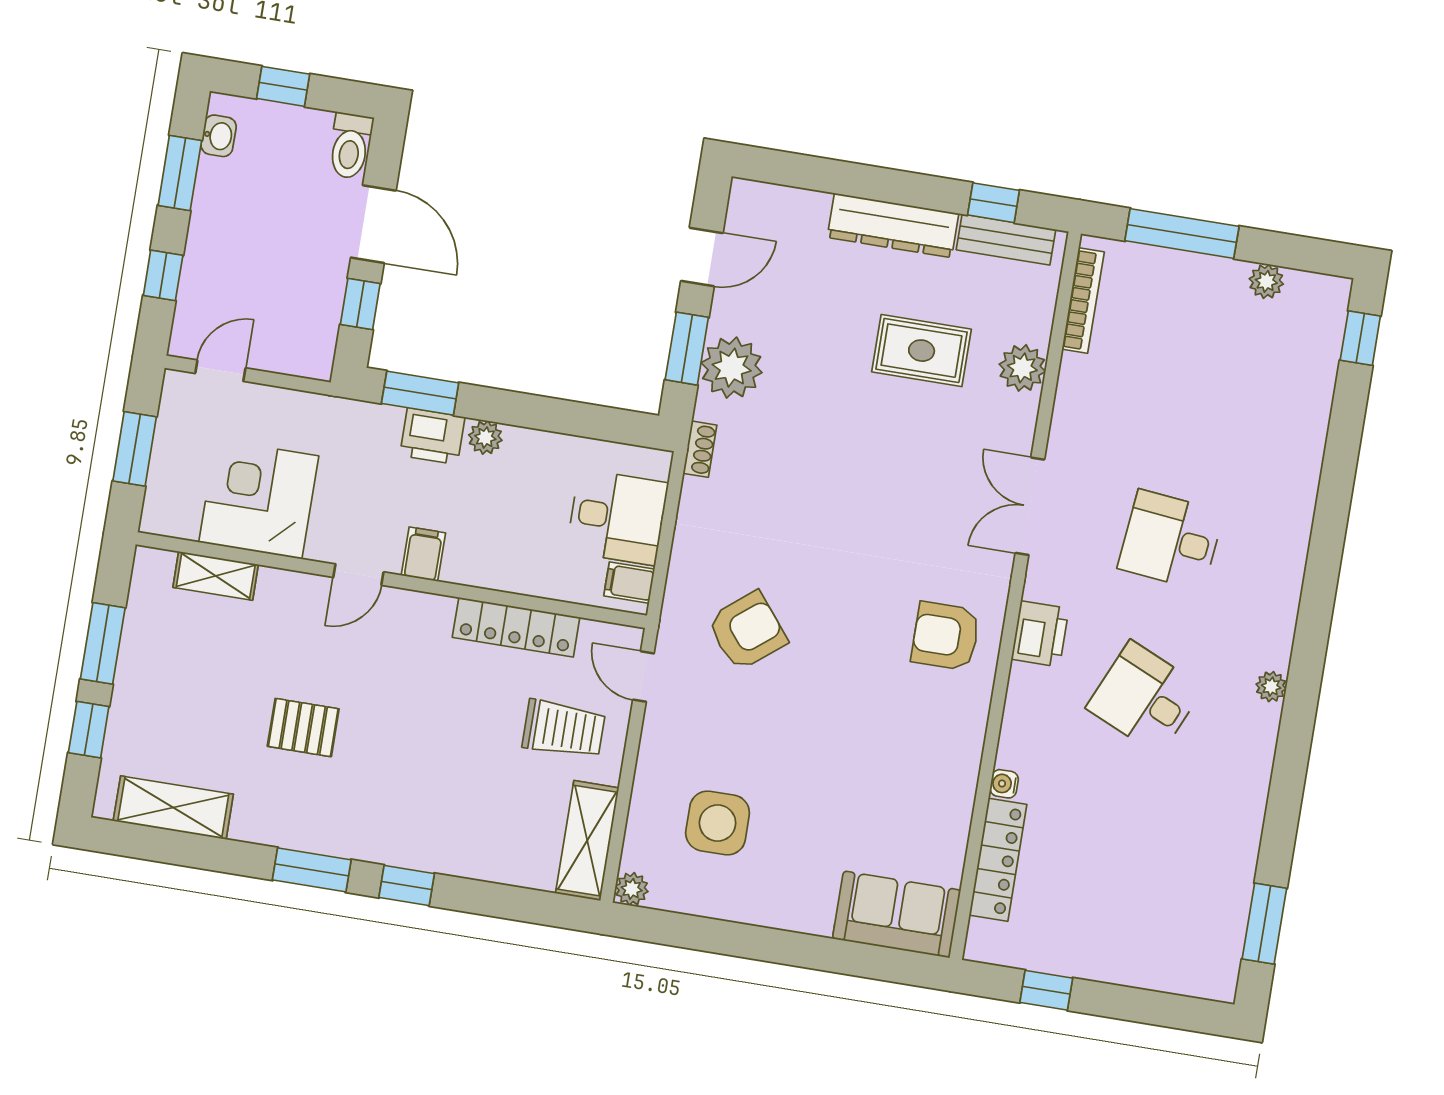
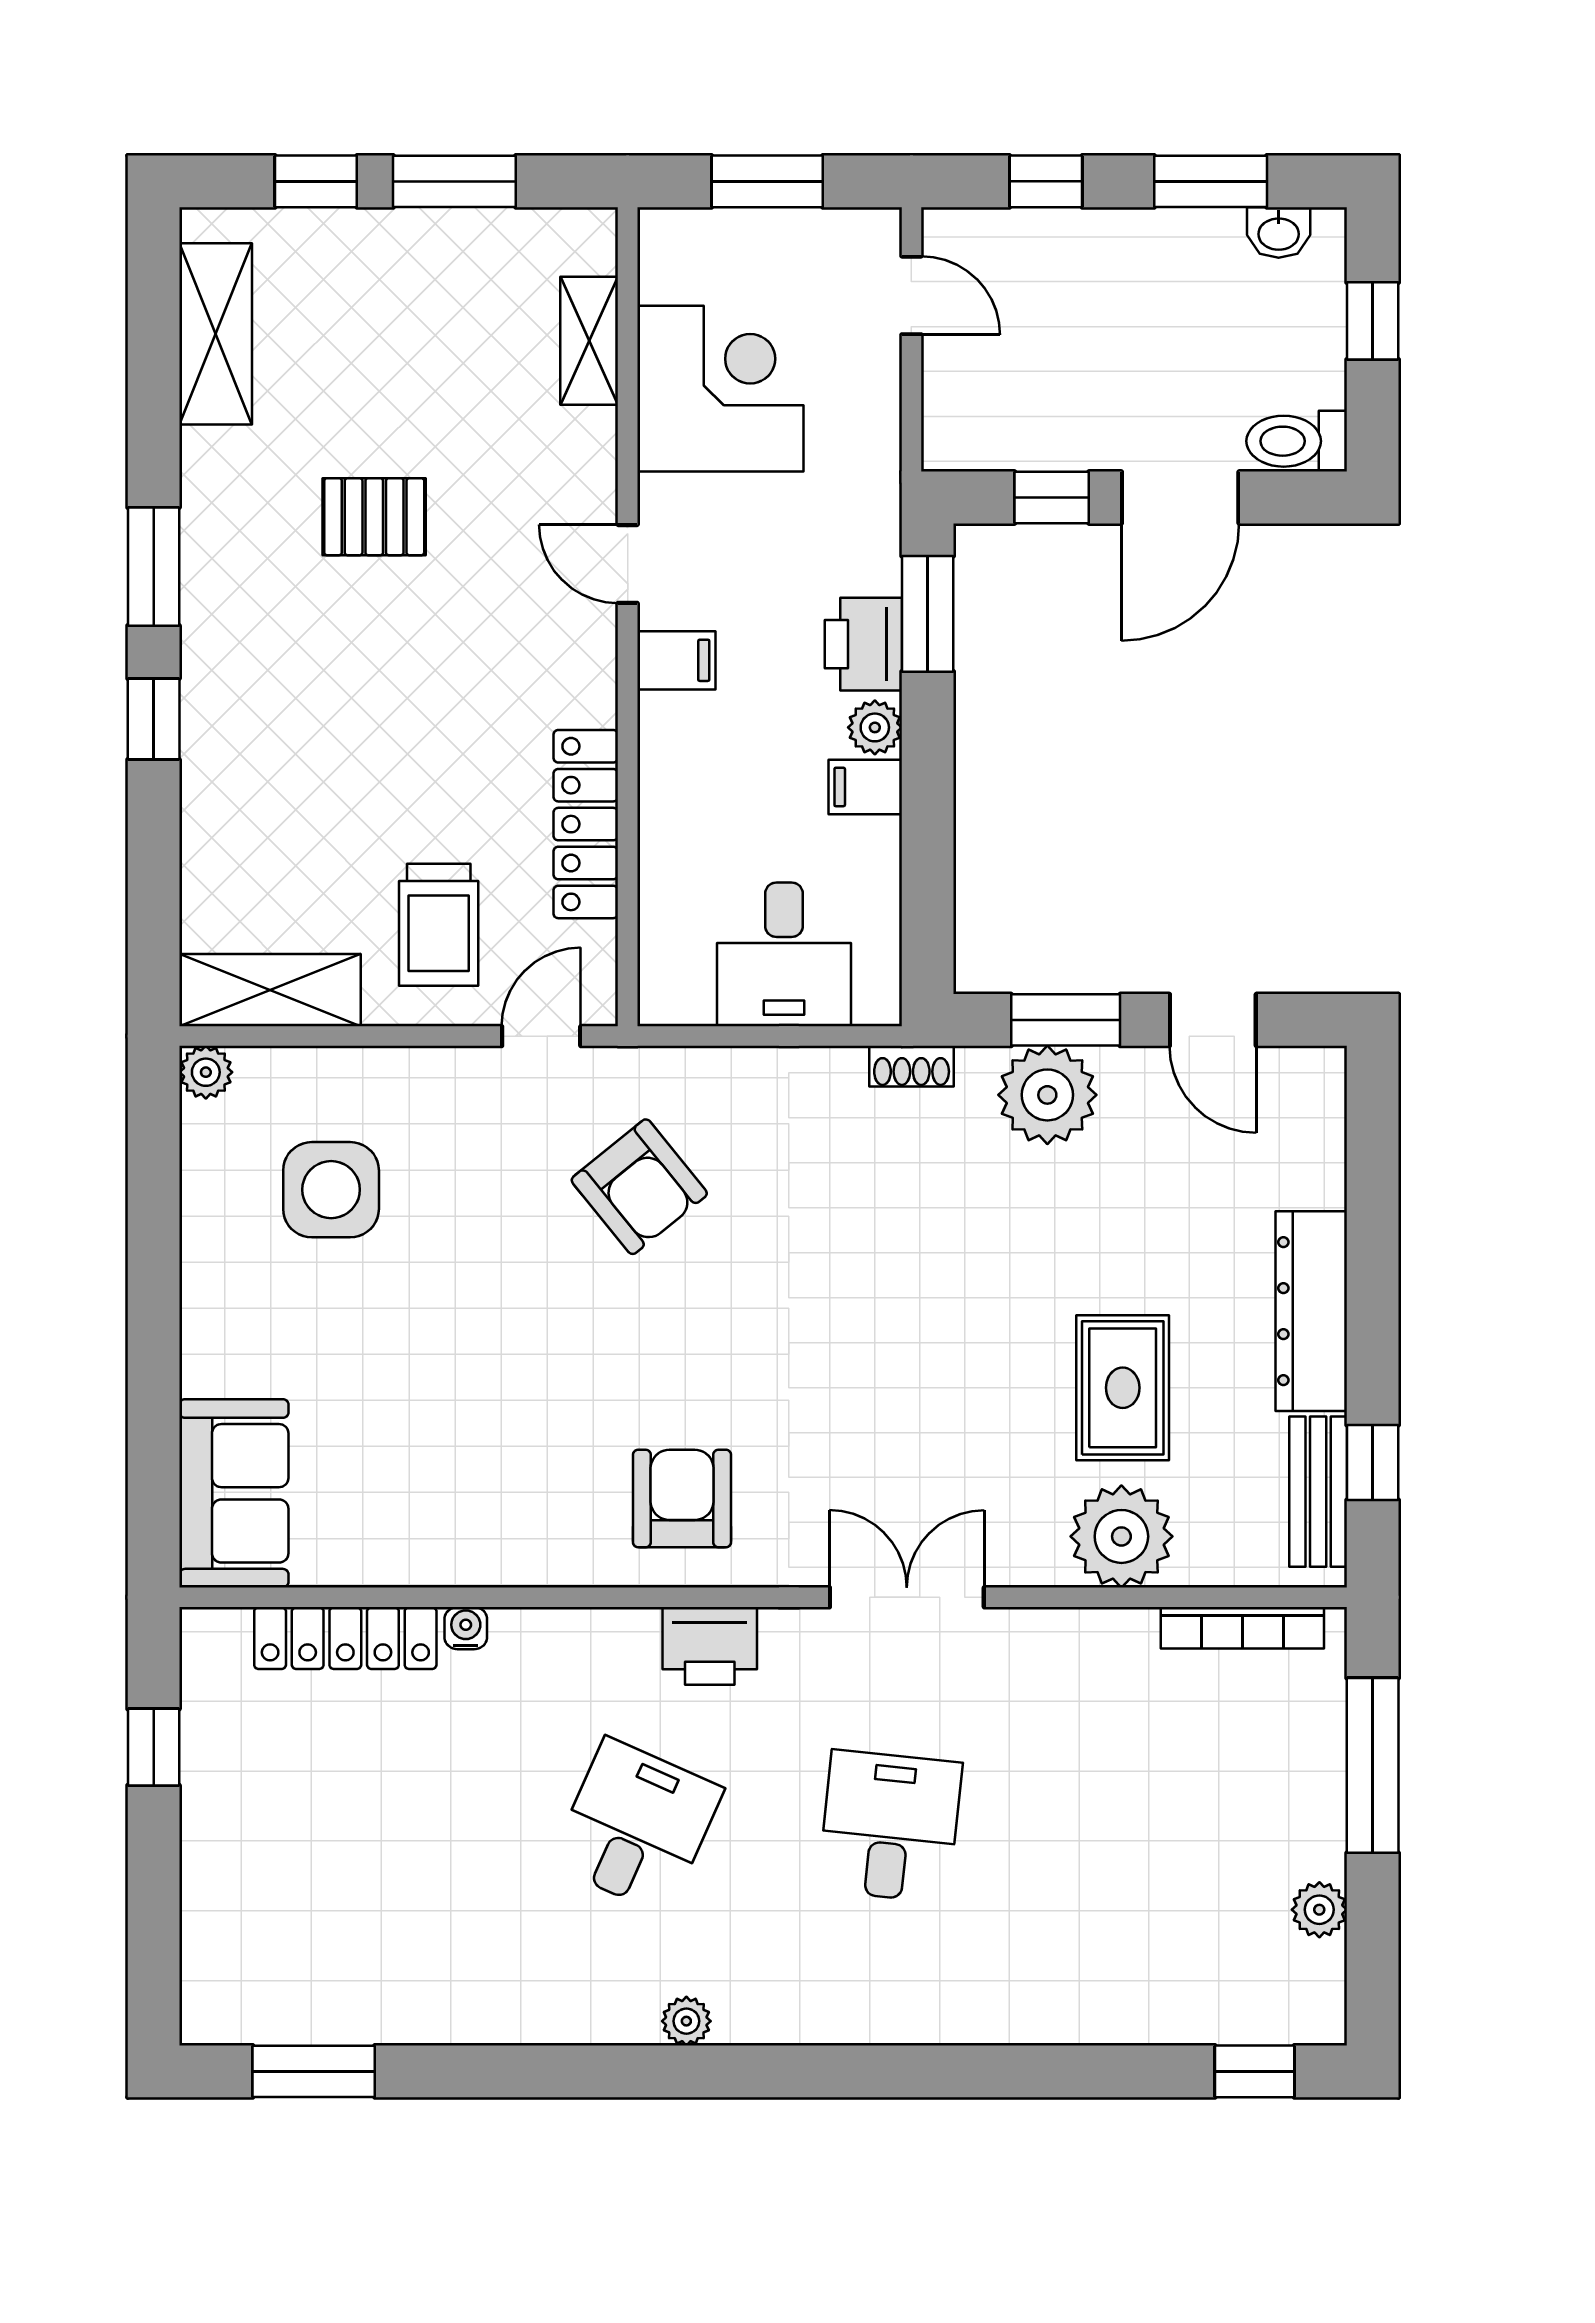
plant: (1022, 368) -> (1121, 1536), width x1.36, depth x1.36
filing cabinet: (629, 583) -> (865, 787), moved, turned -90
pallet: (303, 728) -> (374, 517), turned 90

